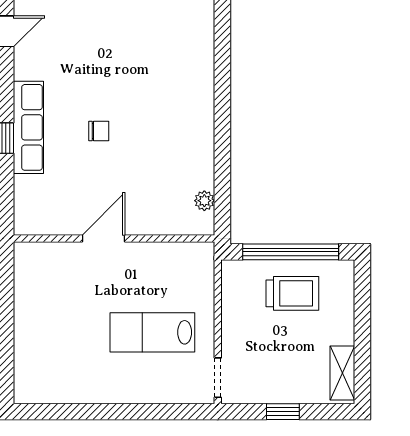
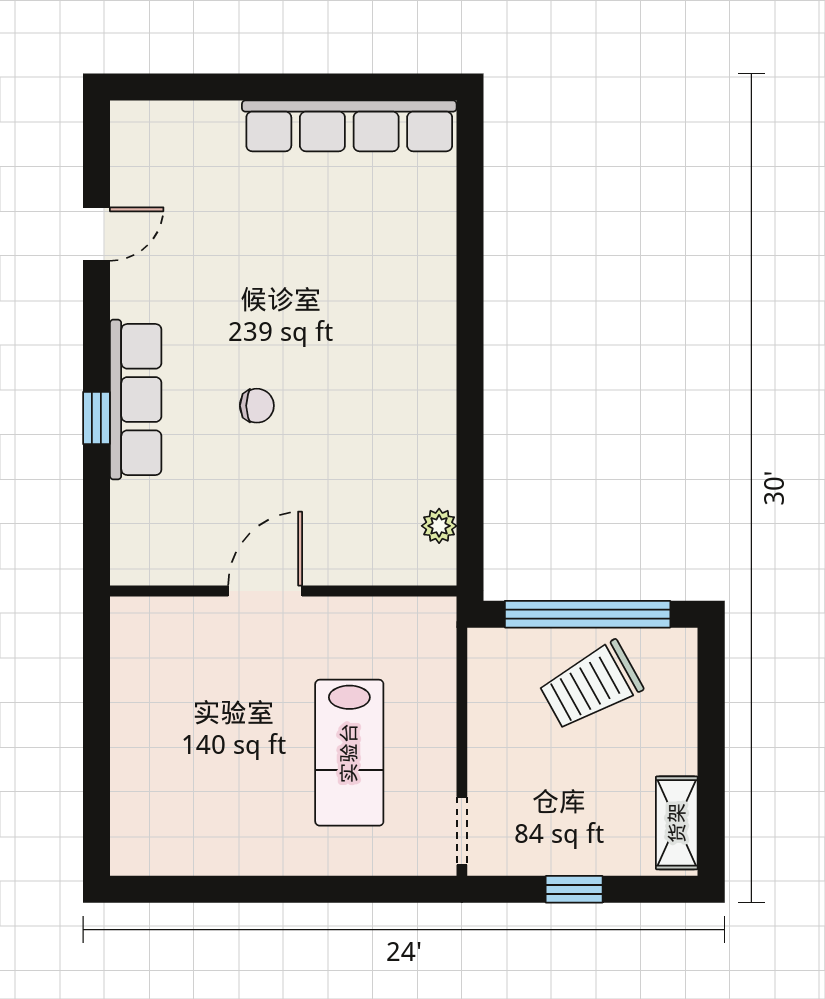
trolley: (292, 293) -> (591, 686), turned 151
lab bench: (152, 332) -> (349, 753), turned -90

